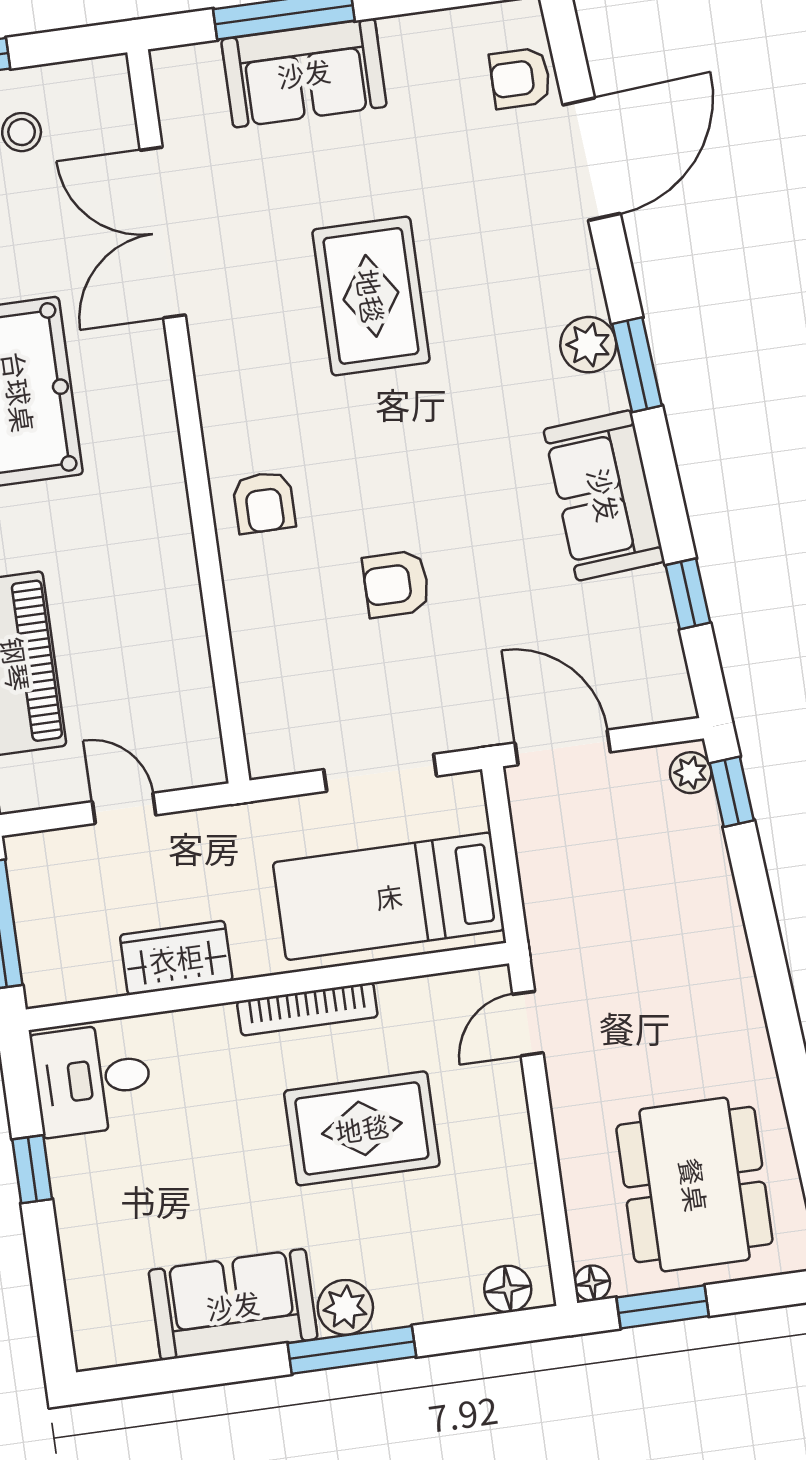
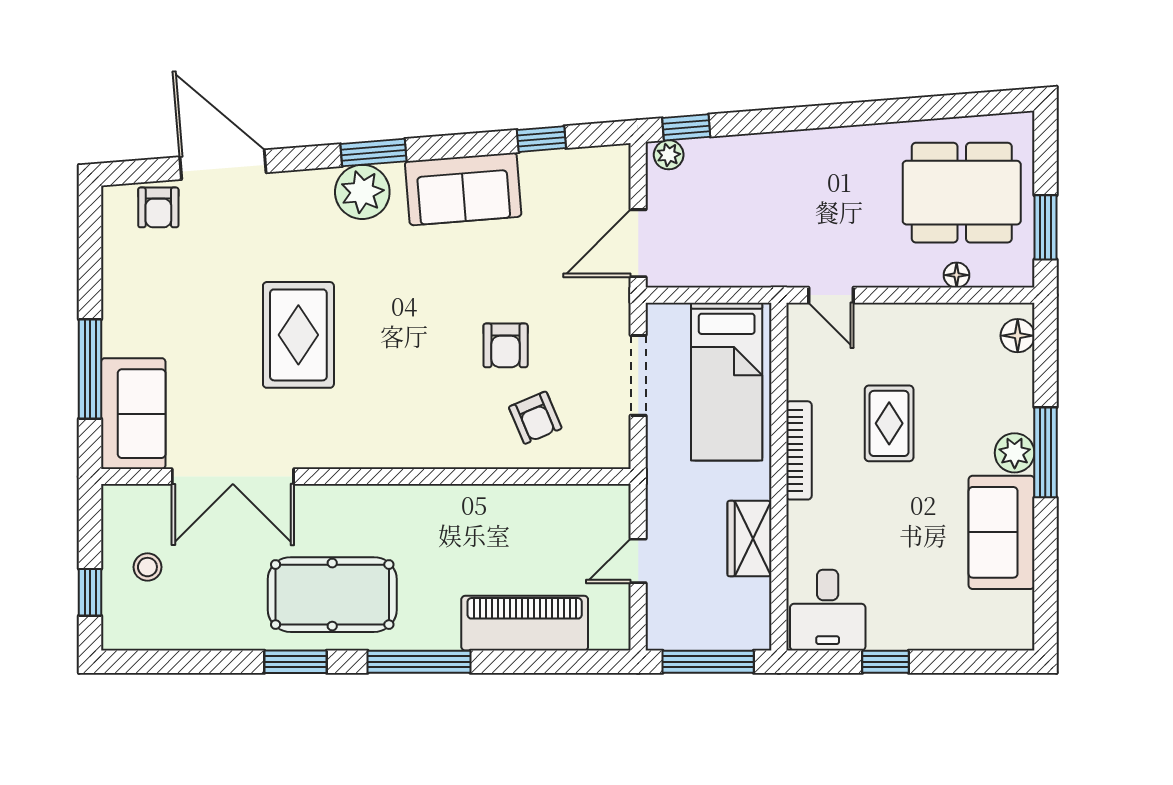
sofa: (304, 73) -> (133, 414), moved
rug: (371, 296) -> (298, 335), turned 90
plant: (588, 345) -> (362, 192), width x1.36, depth x1.36
armchair: (264, 502) -> (535, 418), moved, turned 67
rug: (362, 1128) -> (889, 423), width x0.73, depth x0.70
floor lamp: (592, 1283) -> (957, 275), moved

